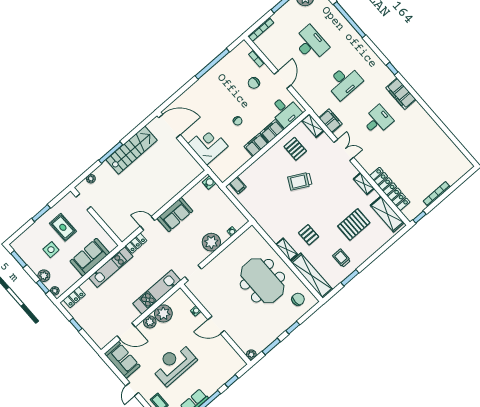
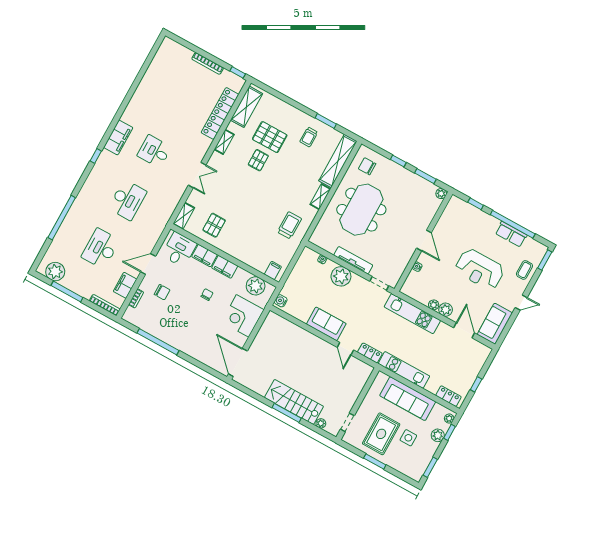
desk: (344, 82) -> (127, 200), turned 90
filing cabinet: (331, 121) -> (125, 285), moved
stairs: (132, 150) -> (294, 402), moved
double door: (344, 150) -> (197, 175), swing flipped
plant: (230, 166) -> (256, 286), added
trolley: (300, 181) -> (289, 225), moved, turned -118
rug: (63, 227) -> (381, 434), width x1.36, depth x1.43
pallet: (309, 235) -> (258, 160), moved
sofa: (90, 257) -> (408, 399), width x1.36
tv unit: (221, 258) -> (353, 260), added
plant: (163, 313) -> (434, 305), width x0.53, depth x0.53

